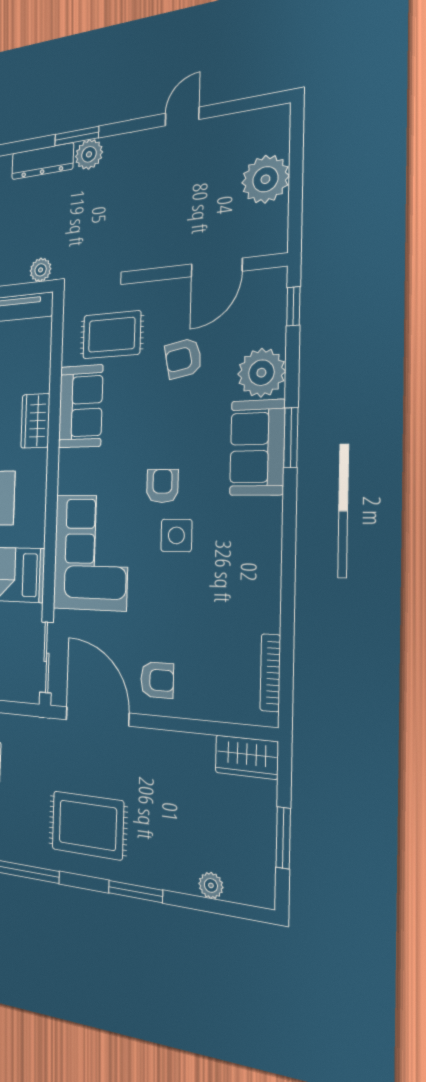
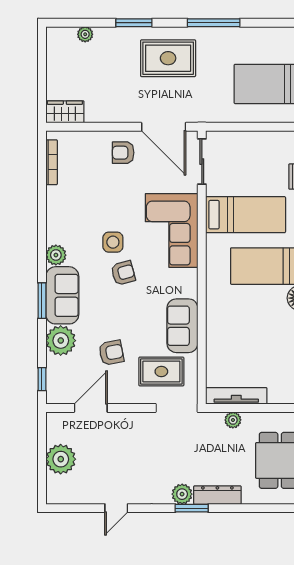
plant: (41, 270) -> (233, 420), moved
wardrobe: (35, 421) -> (216, 318), removed
armchair: (162, 486) -> (123, 273), turned -105
plant: (266, 515) -> (56, 255), added
window: (283, 838) -> (42, 68), removed

